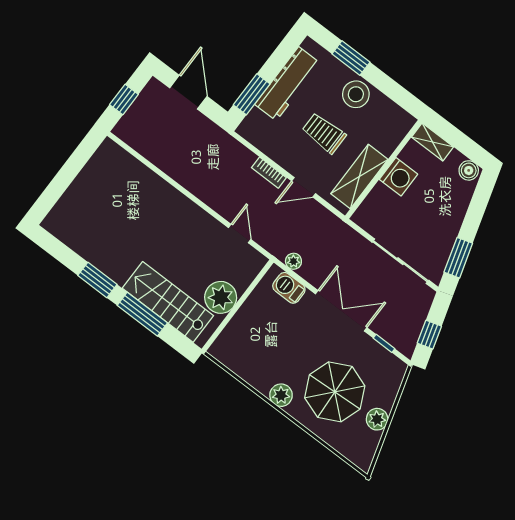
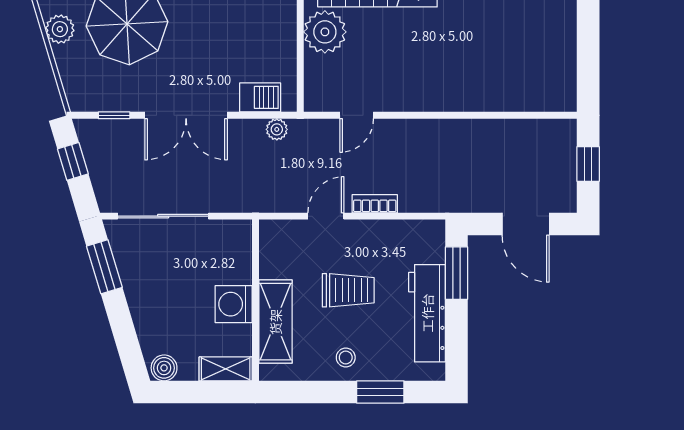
stool: (356, 94) -> (346, 358), width x0.53, depth x0.53
shelving: (359, 176) -> (275, 322), moved
door: (240, 233) -> (357, 115), hinge flipped

